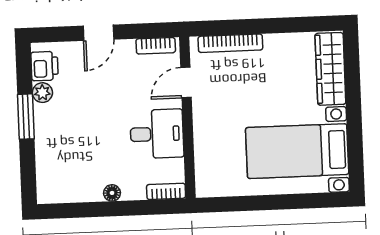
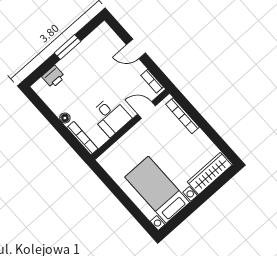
printer: (45, 66) -> (53, 77), moved
plant: (42, 93) -> (85, 46), removed
bookcase: (166, 191) -> (82, 138), width x1.56

